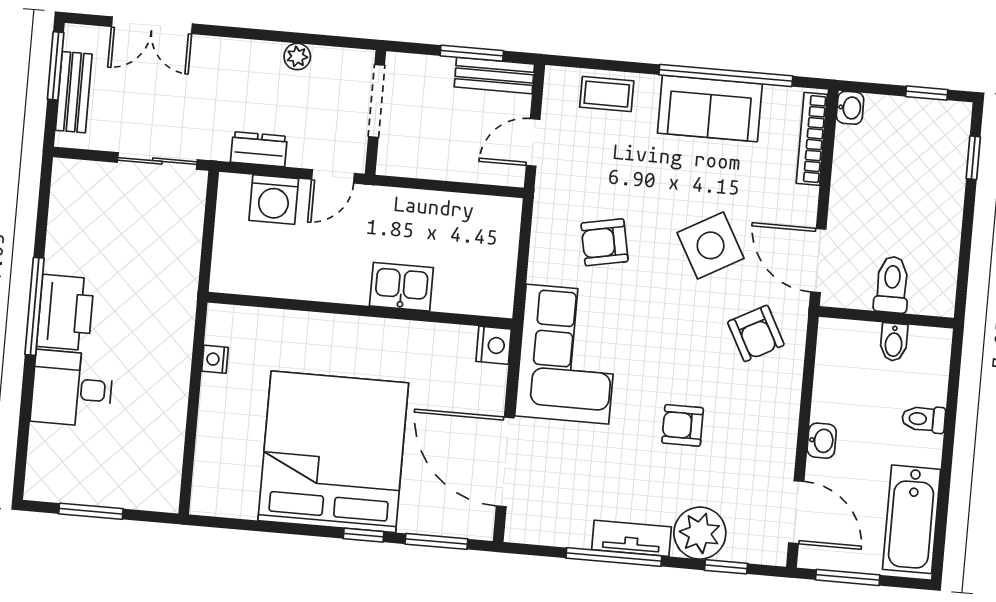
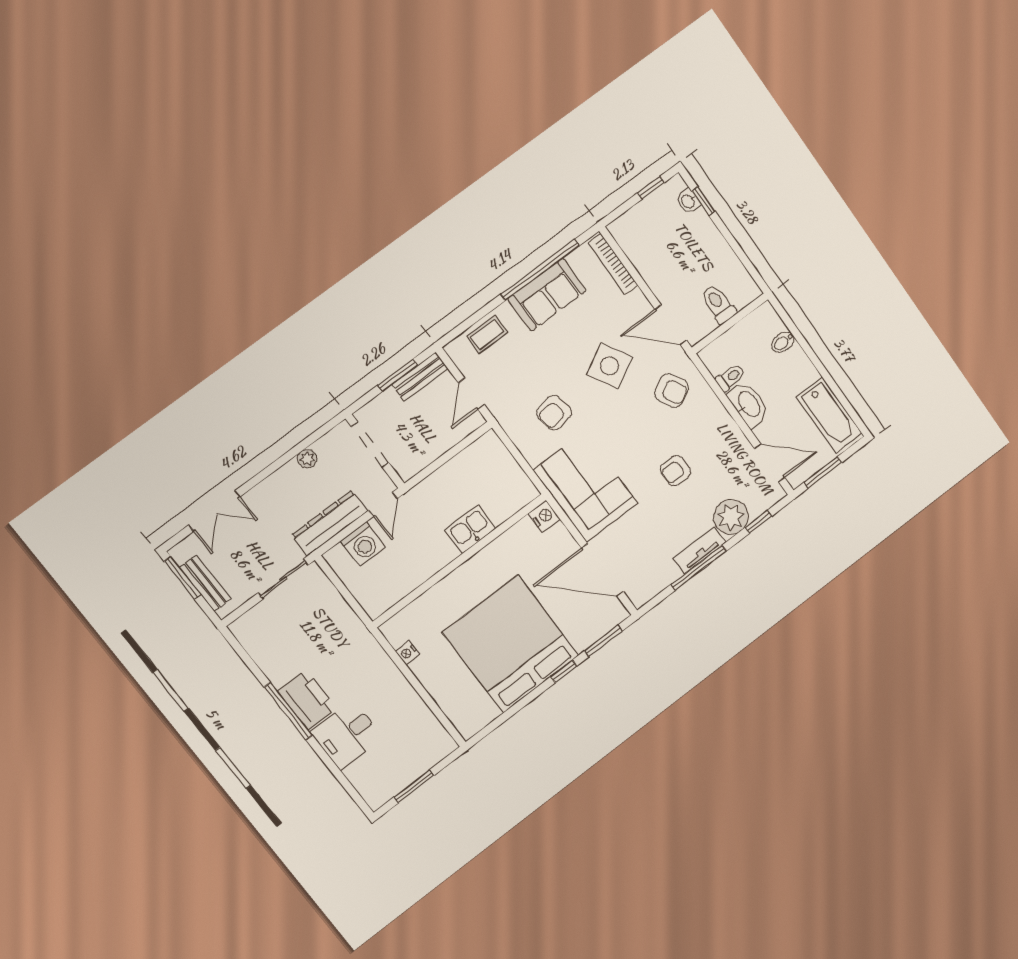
washbasin: (850, 108) -> (688, 201), moved, turned 180
dresser: (259, 149) -> (330, 523), width x1.96, depth x1.24
bidet: (894, 342) -> (783, 342), moved, turned 90
toilet: (924, 419) -> (730, 377), moved, turned 180
washbasin: (822, 441) -> (749, 405), width x1.91, depth x1.45

